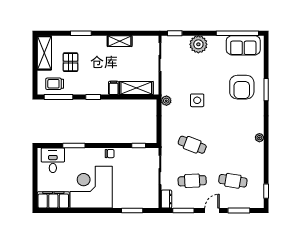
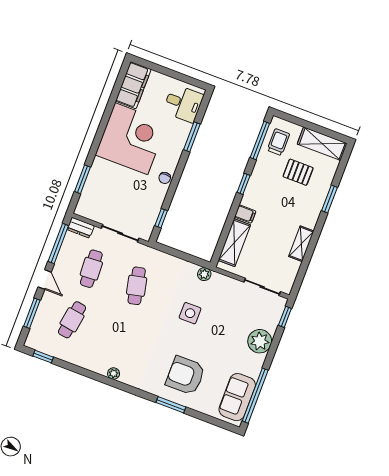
cafe table: (192, 145) -> (137, 286), turned -33
window: (183, 210) -> (58, 243), width x1.44

